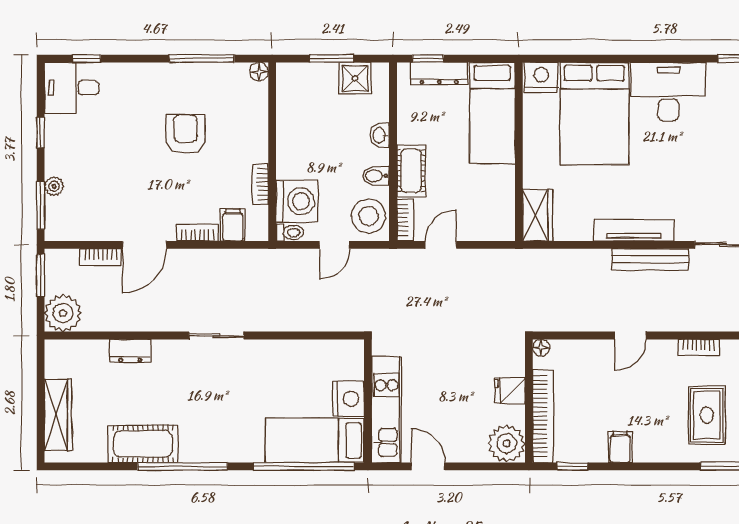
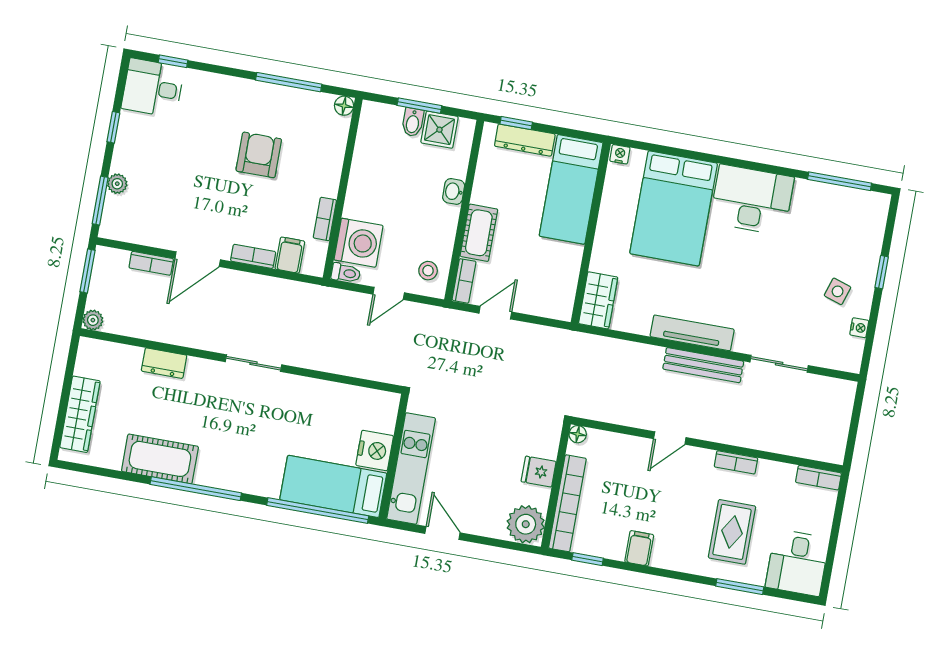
nightstand: (541, 77) -> (620, 154), width x0.53, depth x0.56
bidet: (376, 176) -> (413, 122), moved, turned -90
stool: (369, 216) -> (428, 271), width x0.53, depth x0.53
plant: (63, 313) -> (93, 320), width x0.53, depth x0.53

